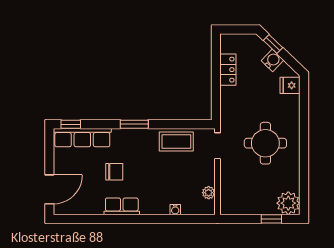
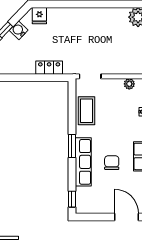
locker: (228, 70) -> (49, 68), moved
row of seats: (82, 138) -> (83, 162), moved
round table: (265, 143) -> (88, 36), removed

